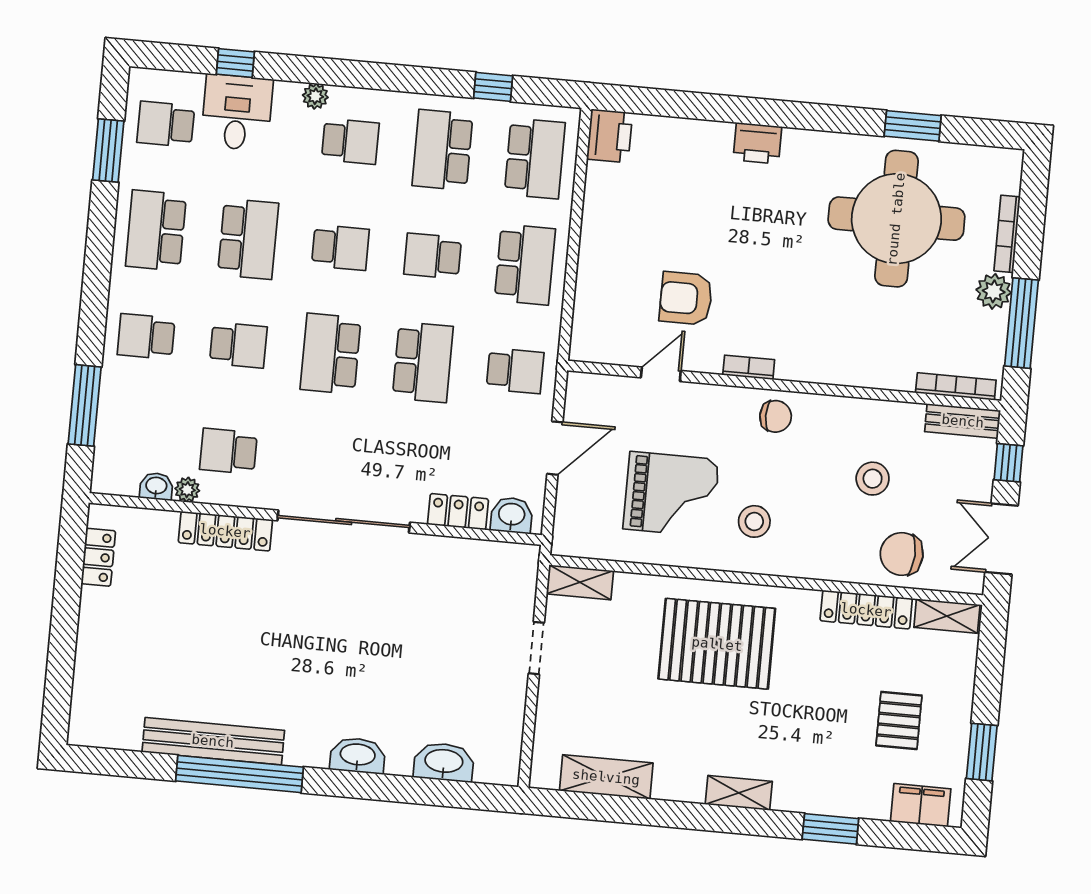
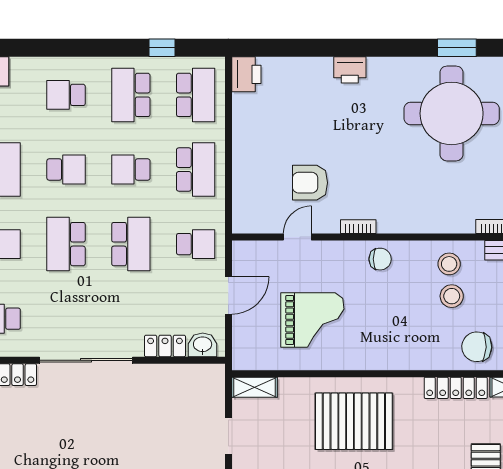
plant: (315, 96) -> (39, 66), removed
school desk: (350, 141) -> (66, 95), turned 180
stool: (754, 521) -> (449, 264), moved

